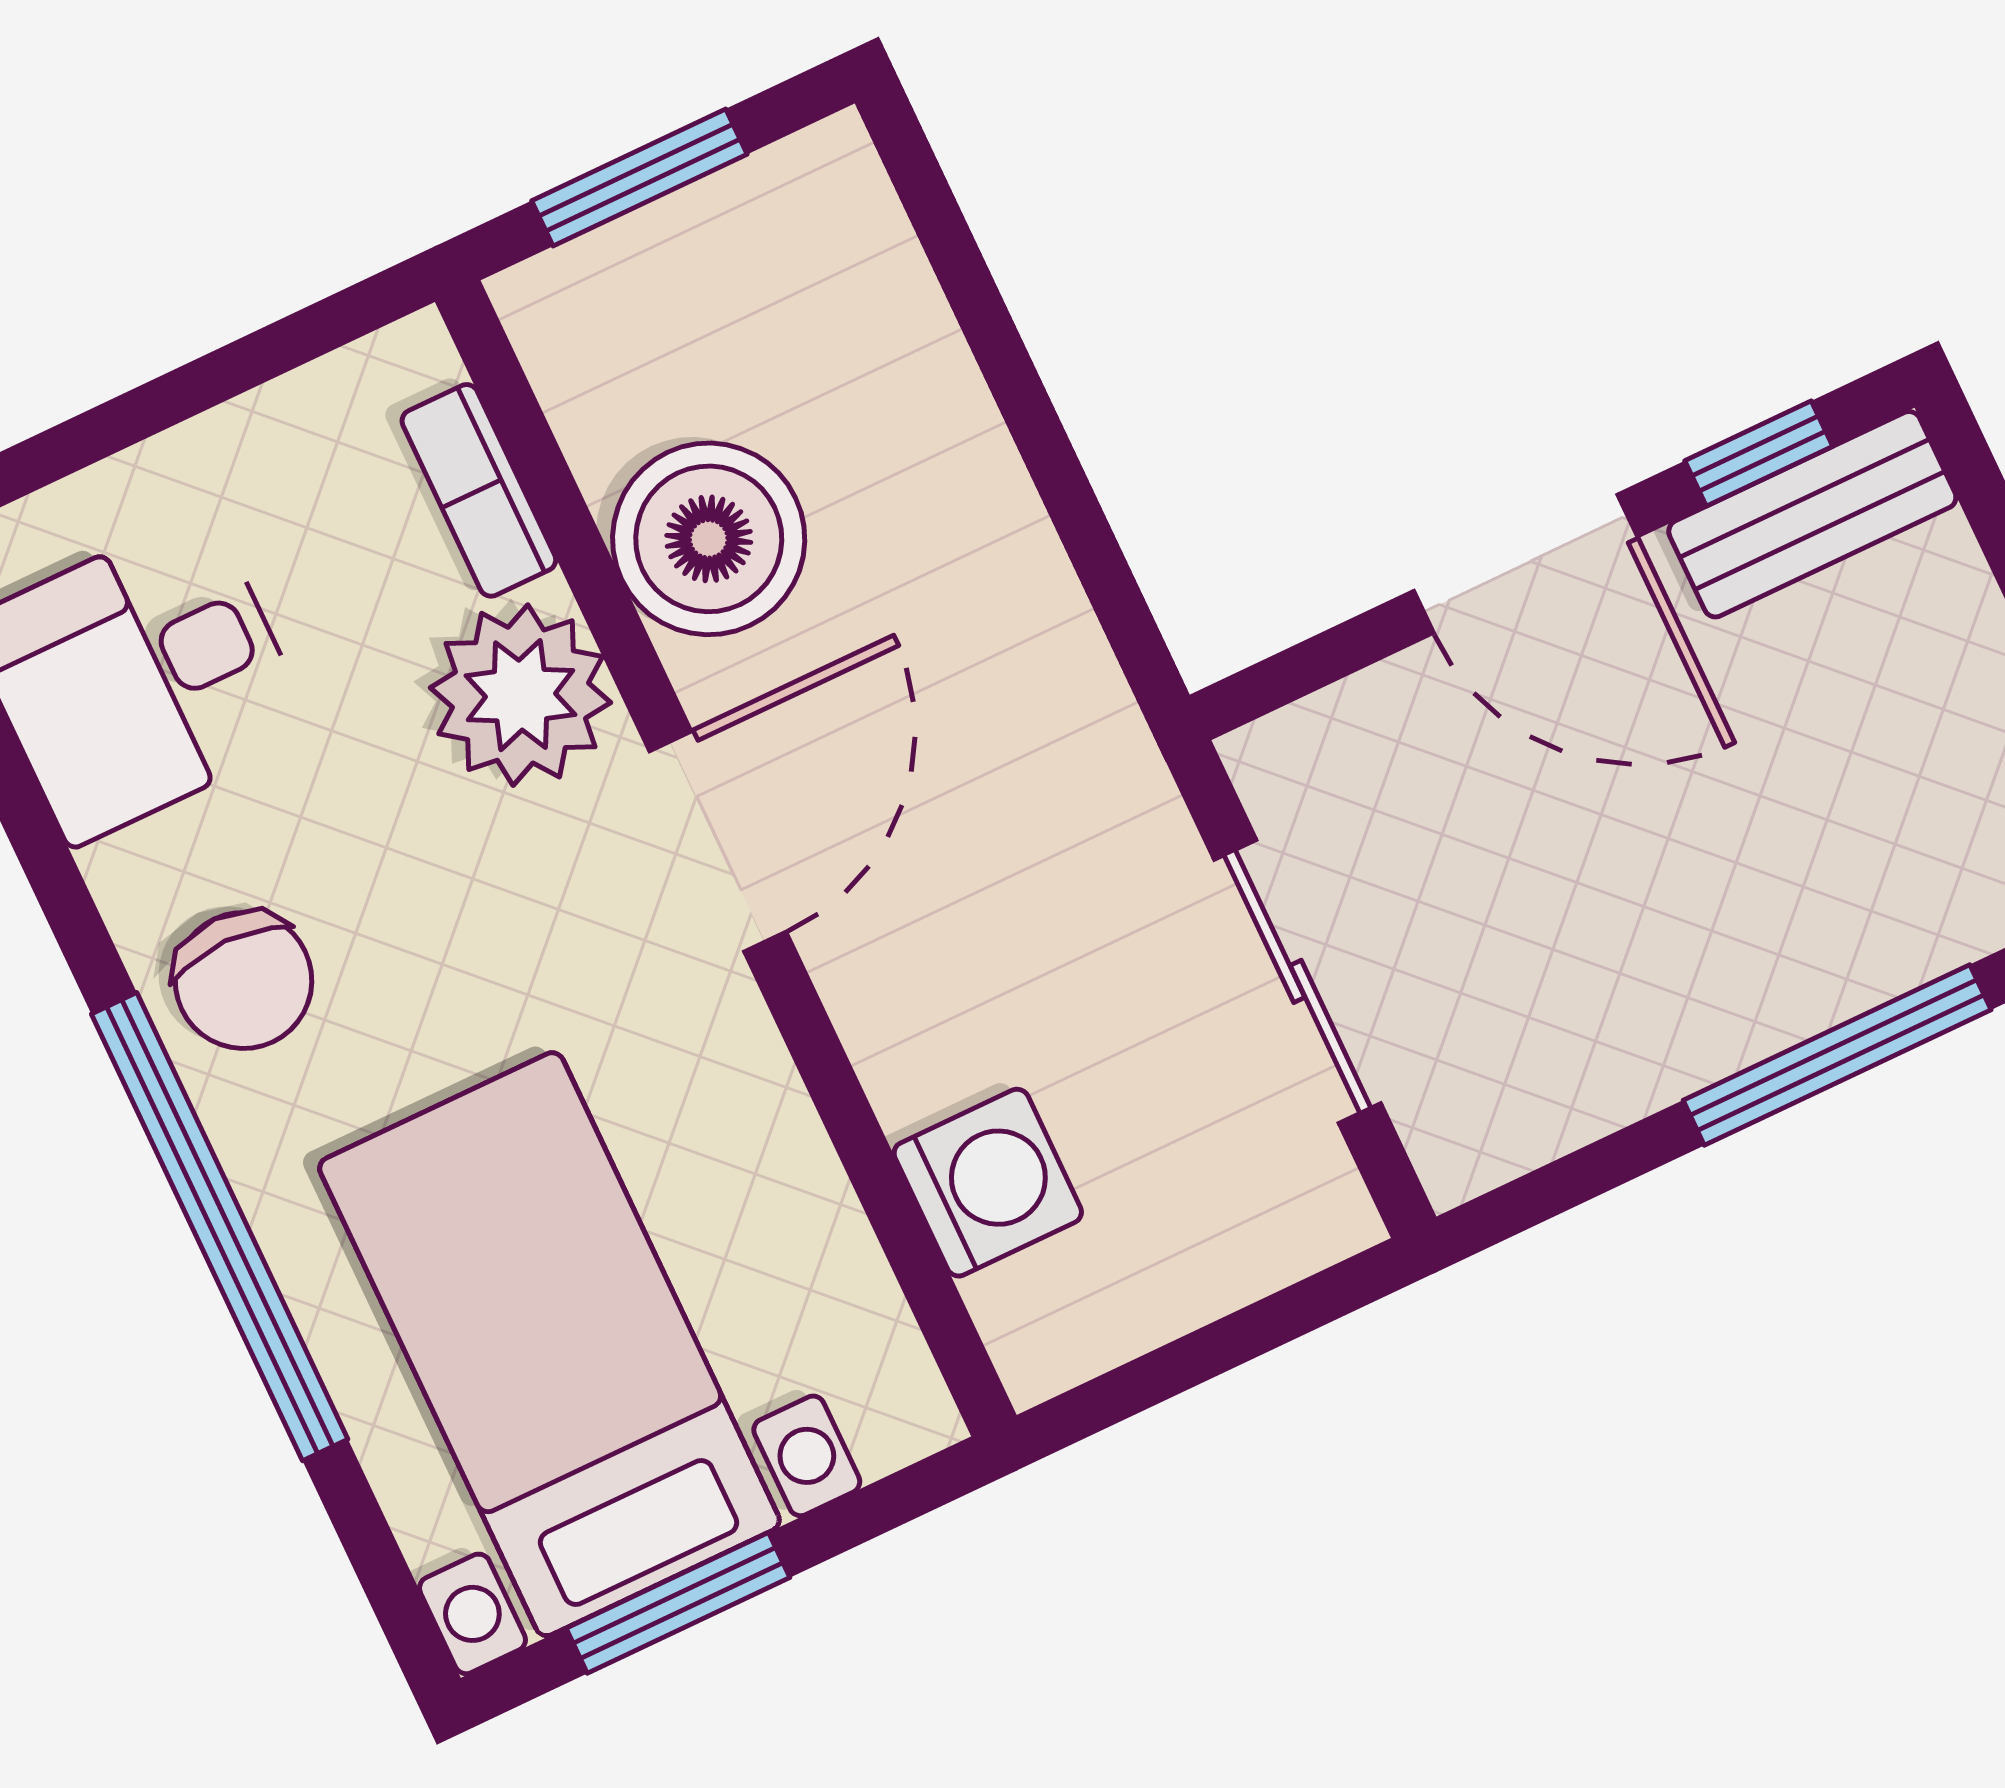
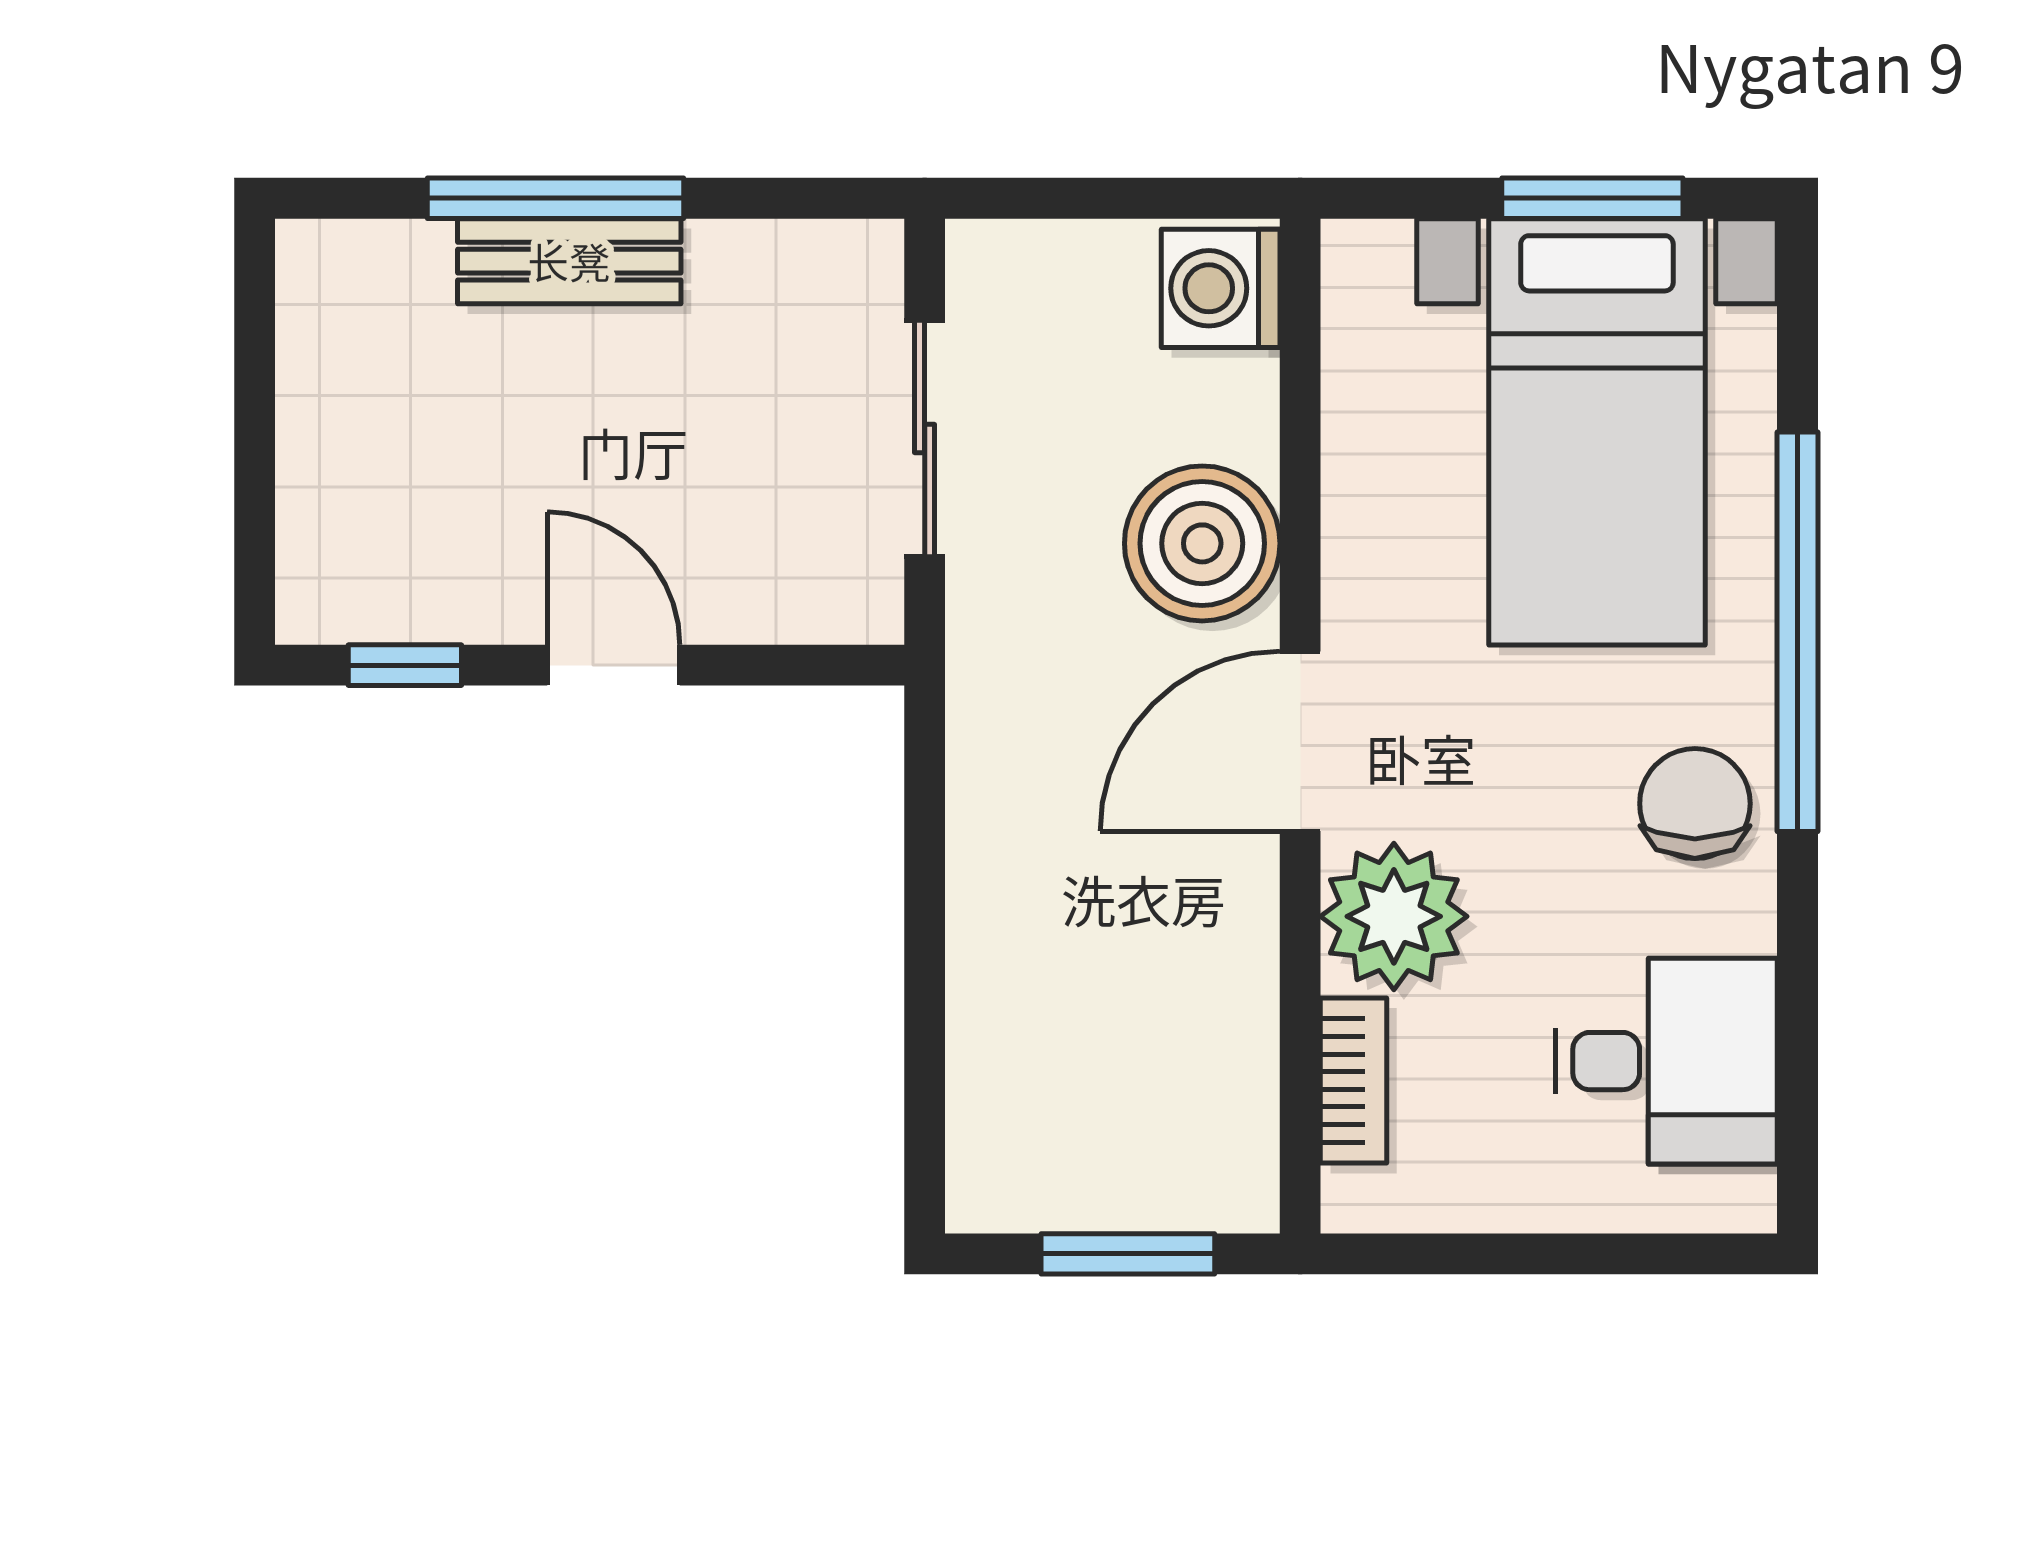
bench: (1812, 514) -> (569, 261), moved
boiler: (709, 539) -> (1202, 543), moved
door: (1525, 564) -> (614, 665), width x0.73
washing machine: (988, 1183) -> (1221, 288), moved

